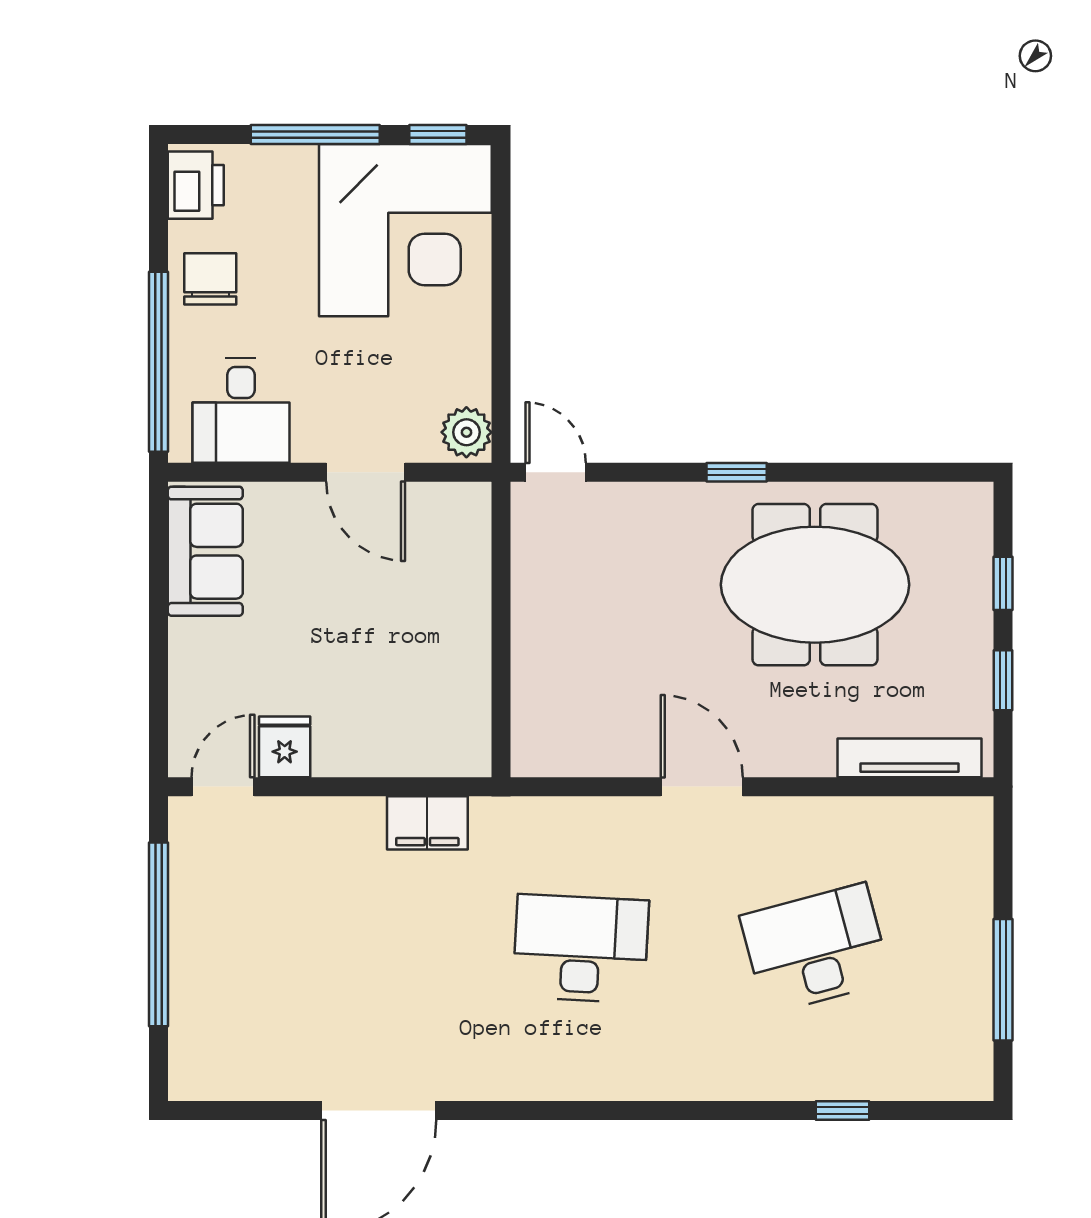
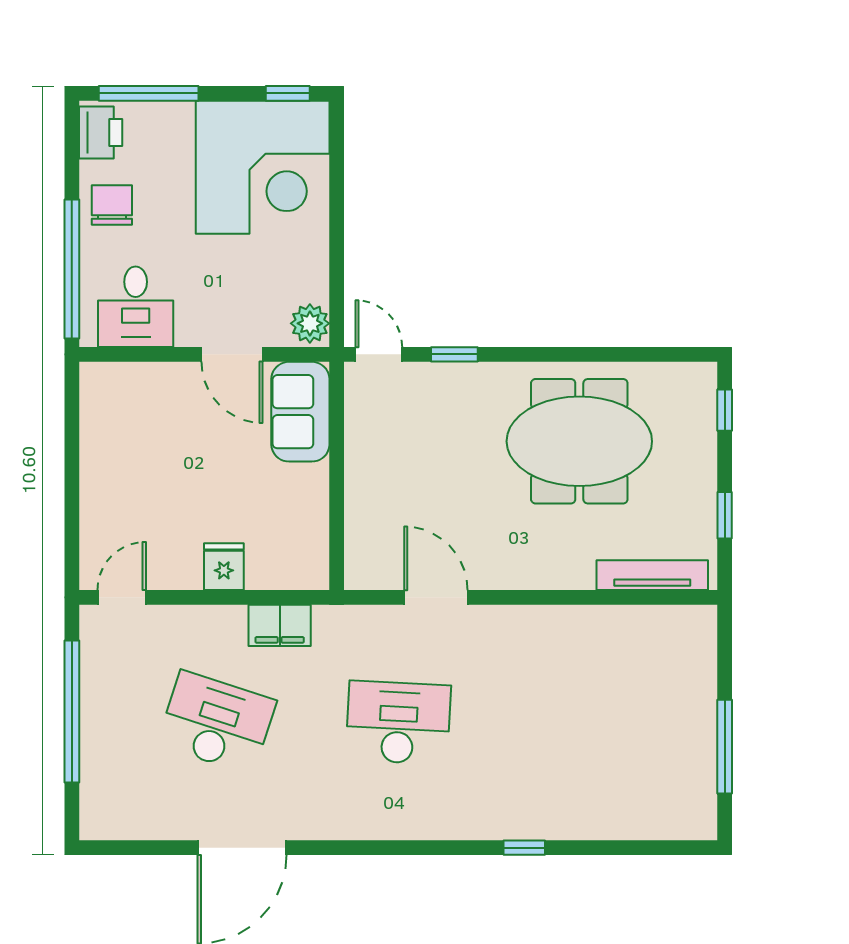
window: (315, 134) -> (149, 93), moved
window: (737, 472) -> (454, 354), moved
sofa: (205, 551) -> (300, 412), moved, turned 180
window: (1003, 583) -> (725, 410), moved
fridge: (285, 747) -> (224, 567), moved
door: (702, 787) -> (436, 597), moved
desk: (816, 949) -> (217, 723), moved, turned 33
window: (843, 1110) -> (524, 848), moved

